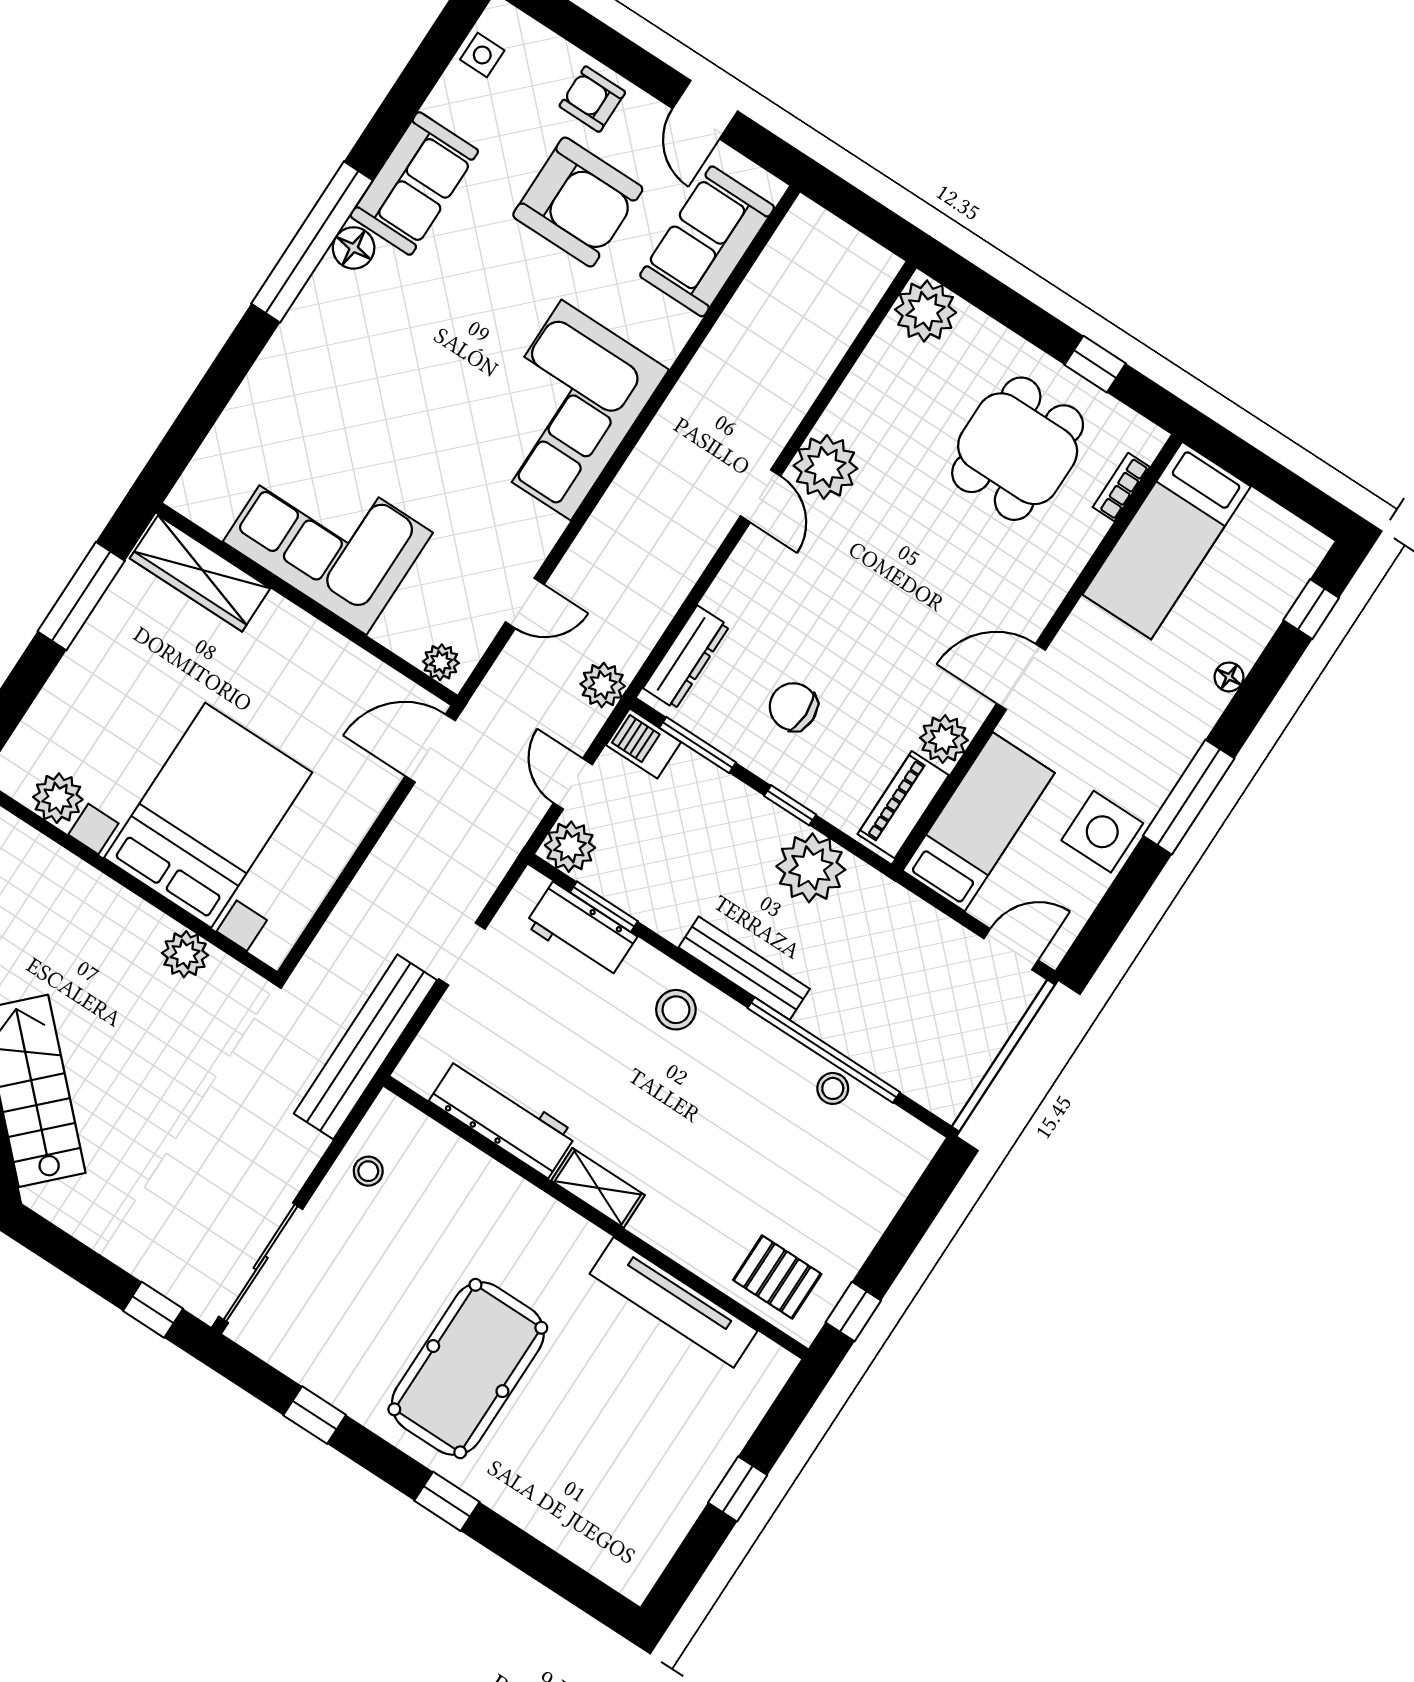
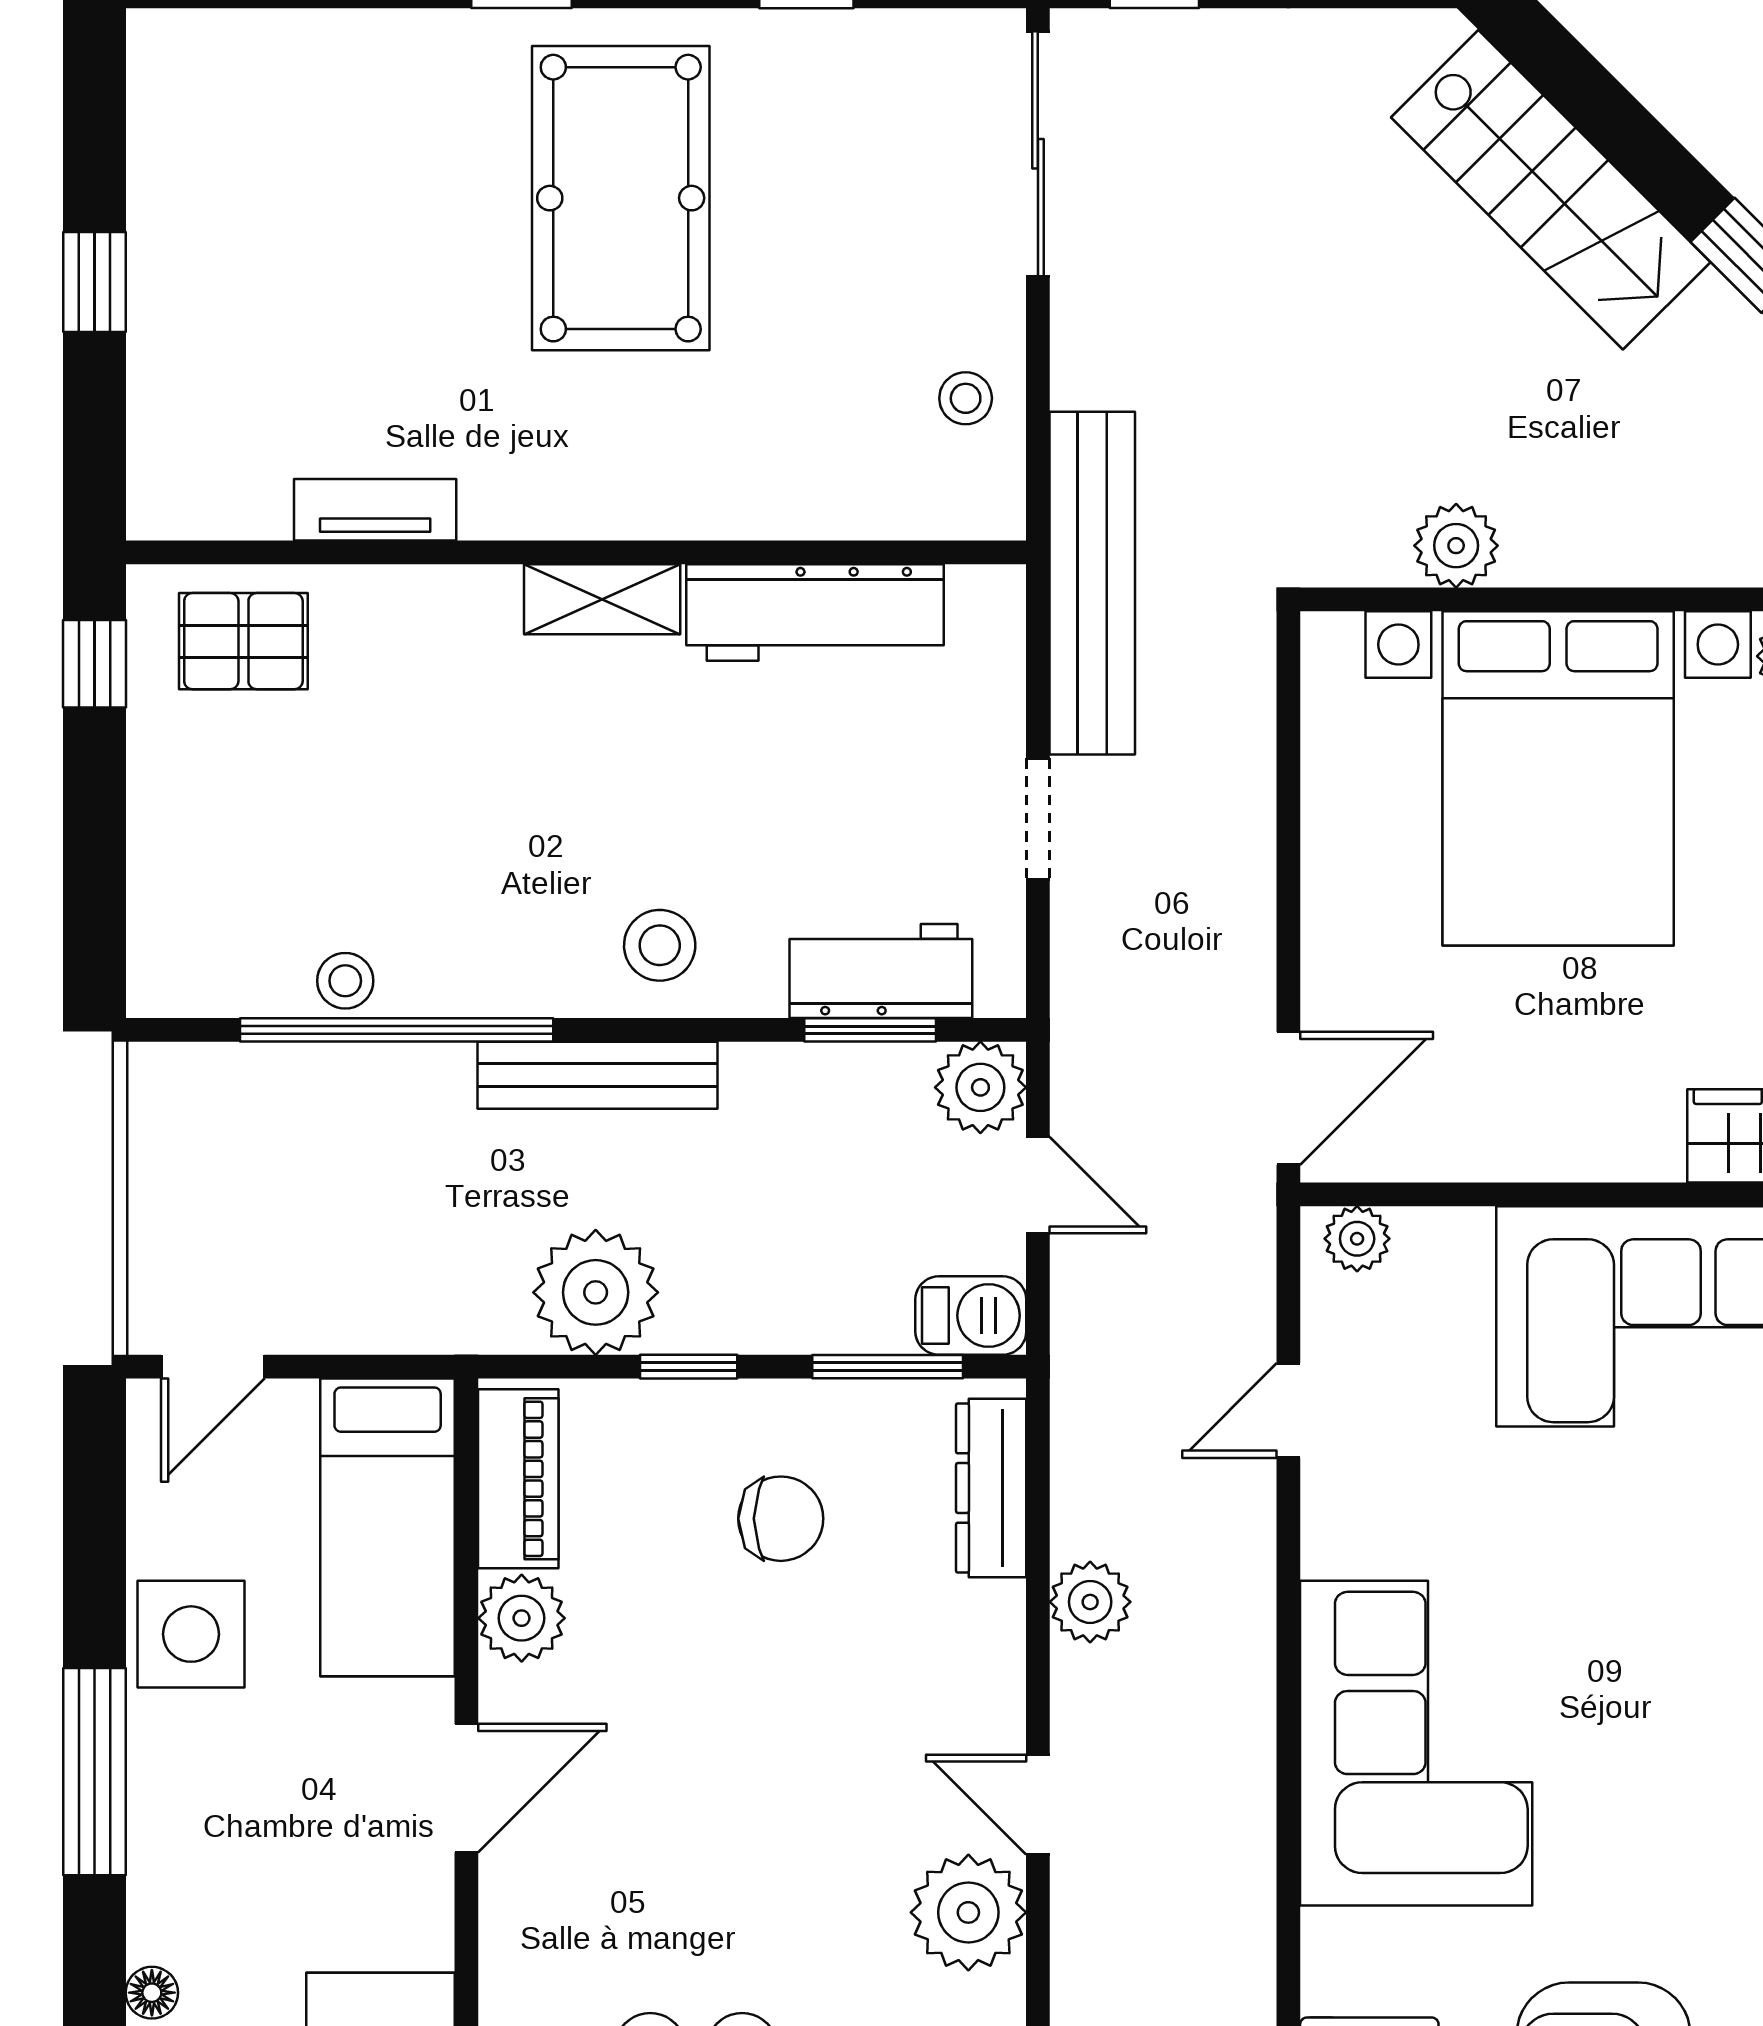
plant: (603, 685) -> (1090, 1602), moved
tv unit: (674, 1302) -> (375, 510), width x0.52, depth x0.78

